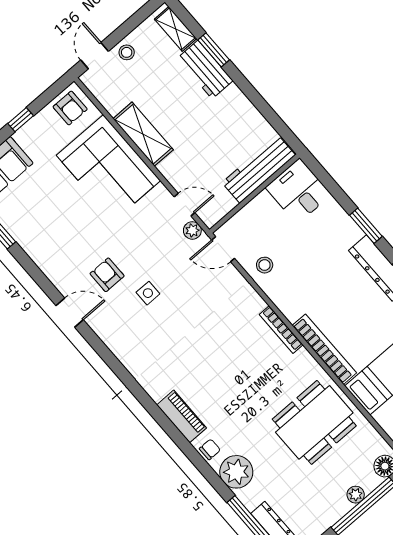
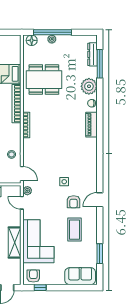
window: (21, 120) -> (40, 288), moved
coffee table: (69, 233) -> (74, 230), added
door: (70, 313) -> (100, 200), hinge flipped

